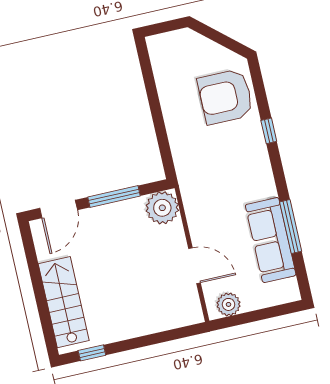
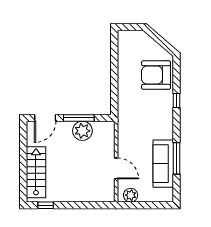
plant: (162, 208) -> (82, 131), moved

